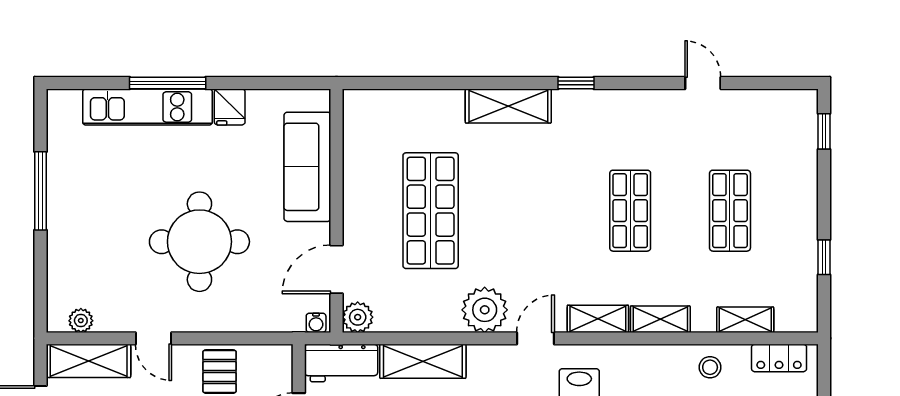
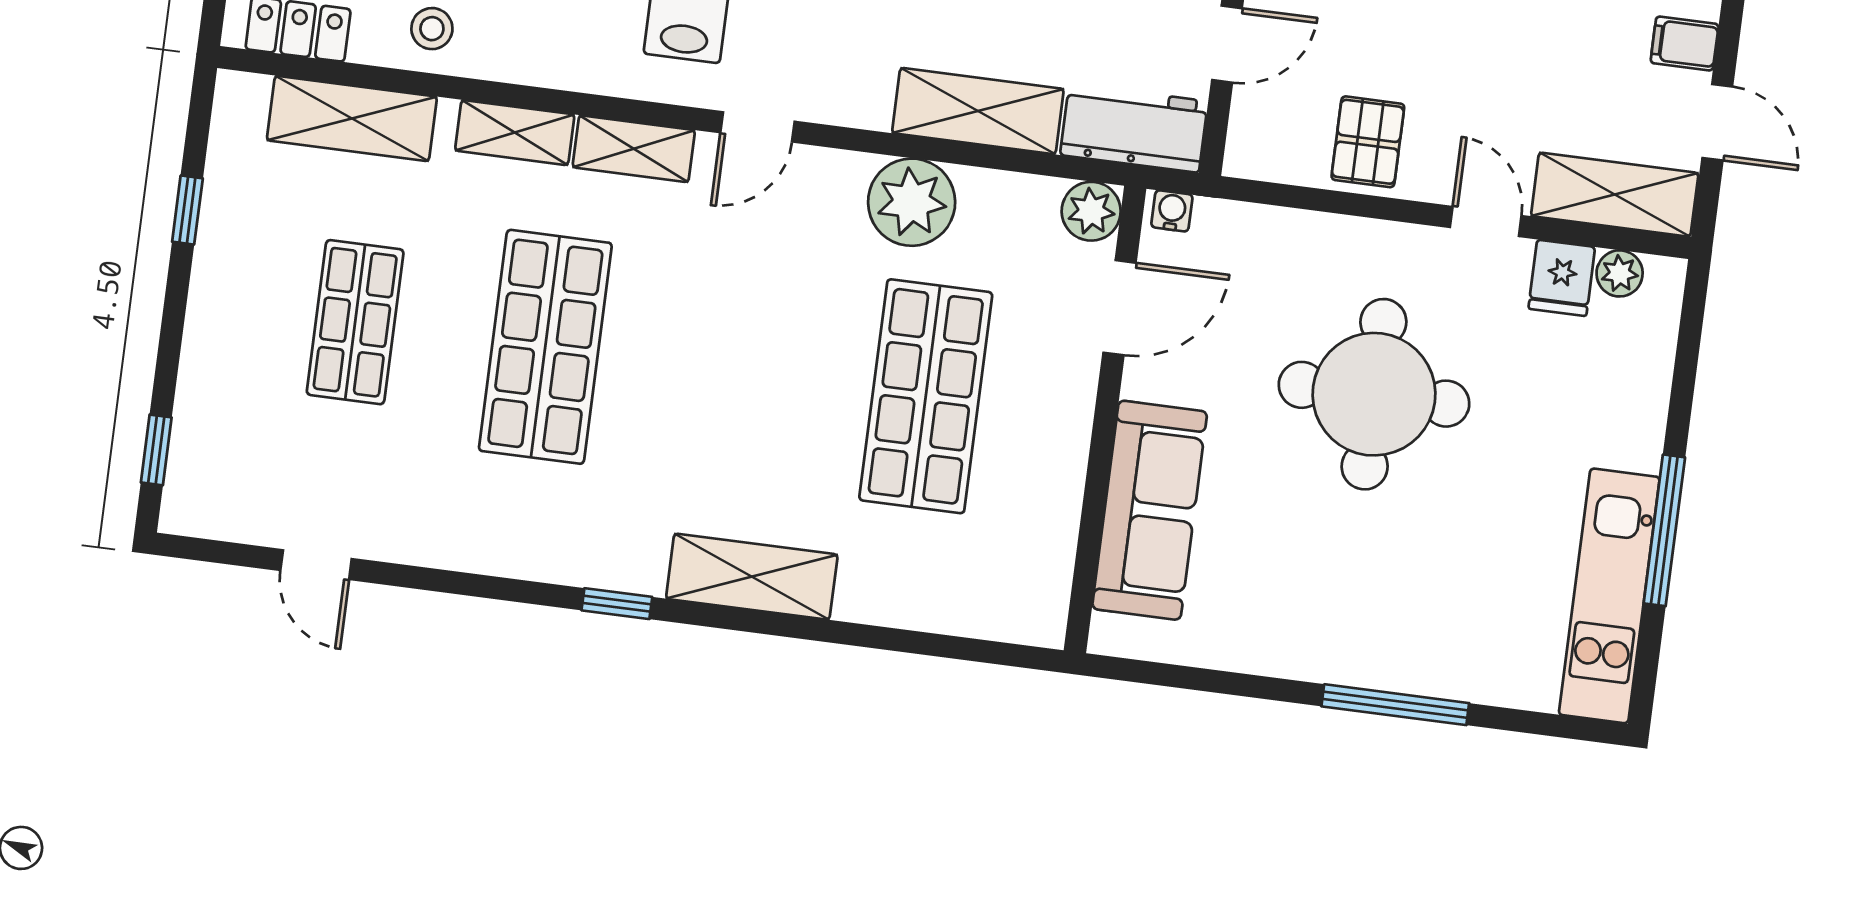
door: (703, 83) -> (316, 565), moved
kitchen unit: (147, 107) -> (1609, 596), moved, turned -90
fridge: (230, 107) -> (1562, 278), moved, turned 180
shop shelf: (630, 211) -> (545, 347), width x1.43, depth x1.36
plant: (485, 310) -> (912, 202), moved
shelving: (745, 320) -> (352, 119), width x1.50, depth x1.33

